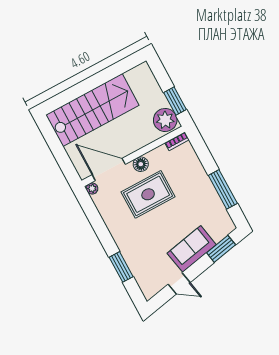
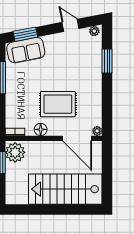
floor lamp: (141, 164) -> (41, 129), moved
sofa: (192, 249) -> (26, 50), moved
plant: (151, 291) -> (94, 31), added

